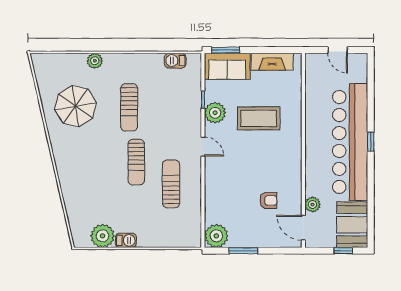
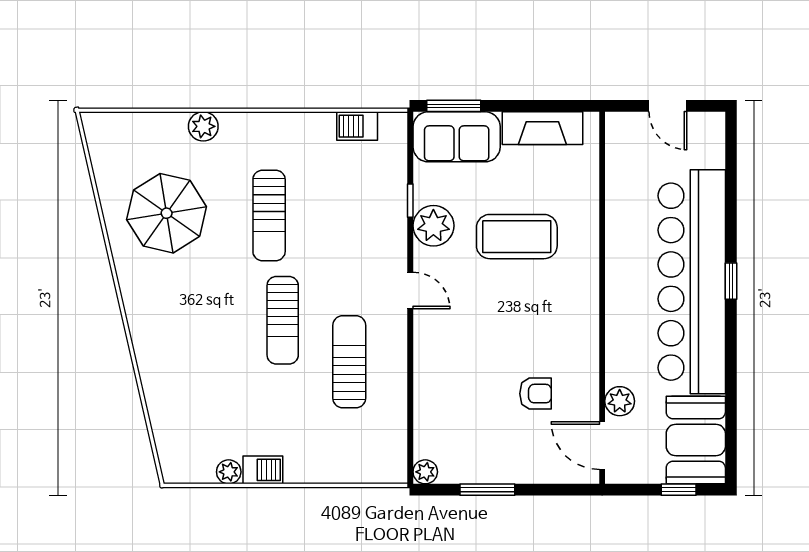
plant: (103, 236) -> (229, 472), width x0.53, depth x0.53
plant: (216, 236) -> (425, 472), width x0.53, depth x0.53

